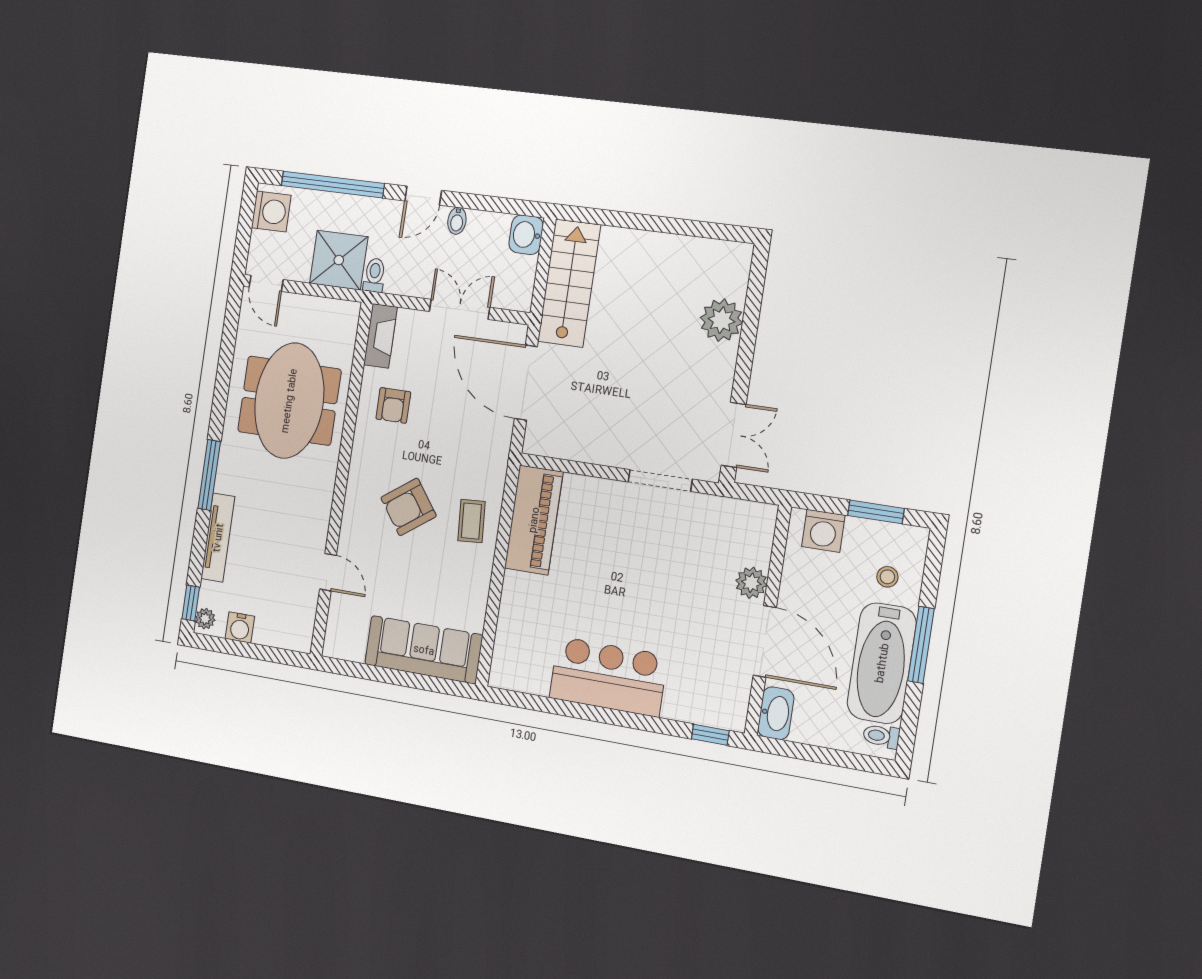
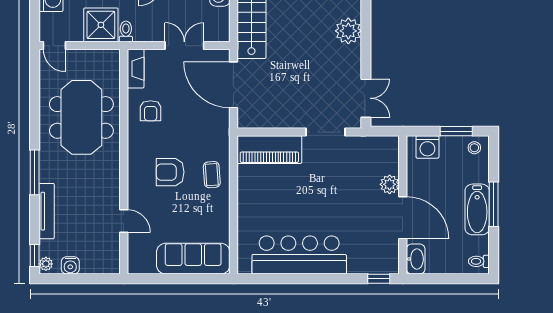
armchair: (409, 507) -> (170, 172), turned 36
piano: (534, 520) -> (269, 150), moved, turned 90
stool: (887, 577) -> (474, 148), moved
bathtub: (882, 663) -> (477, 209), width x0.73, depth x0.73
bar counter: (608, 677) -> (299, 255), width x1.36

